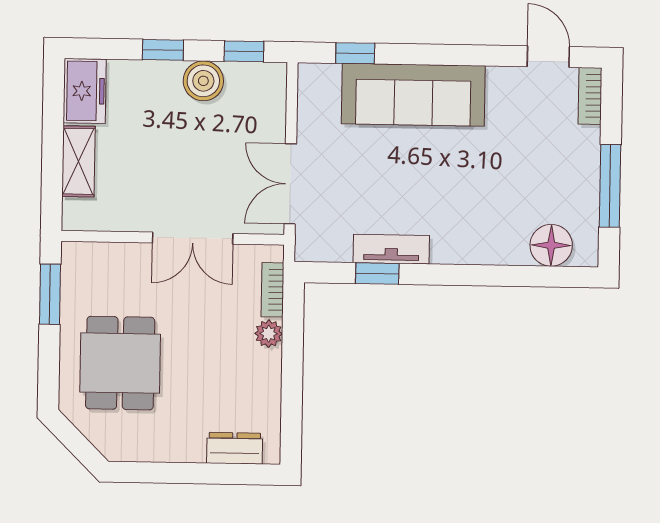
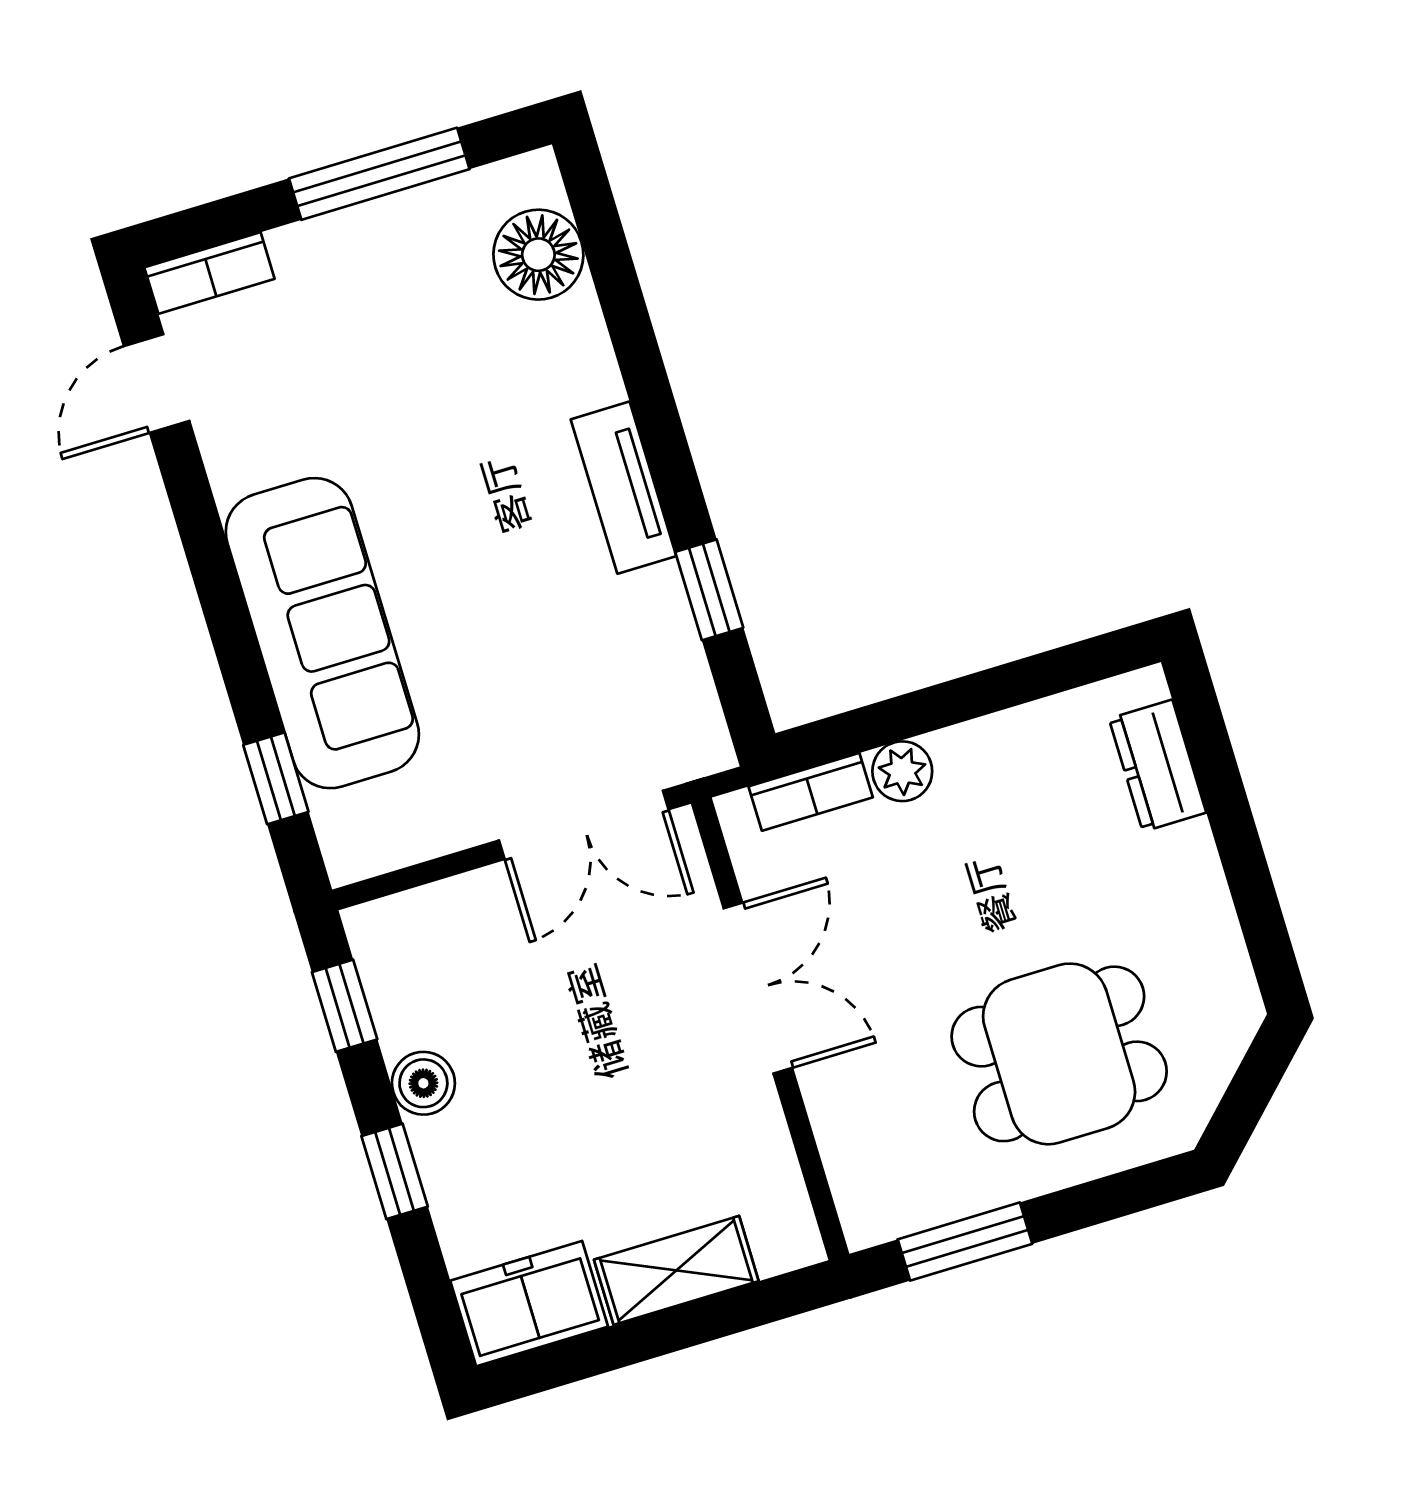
boiler: (203, 81) -> (423, 1083), width x0.73, depth x0.73
tv unit: (391, 249) -> (624, 488), moved

